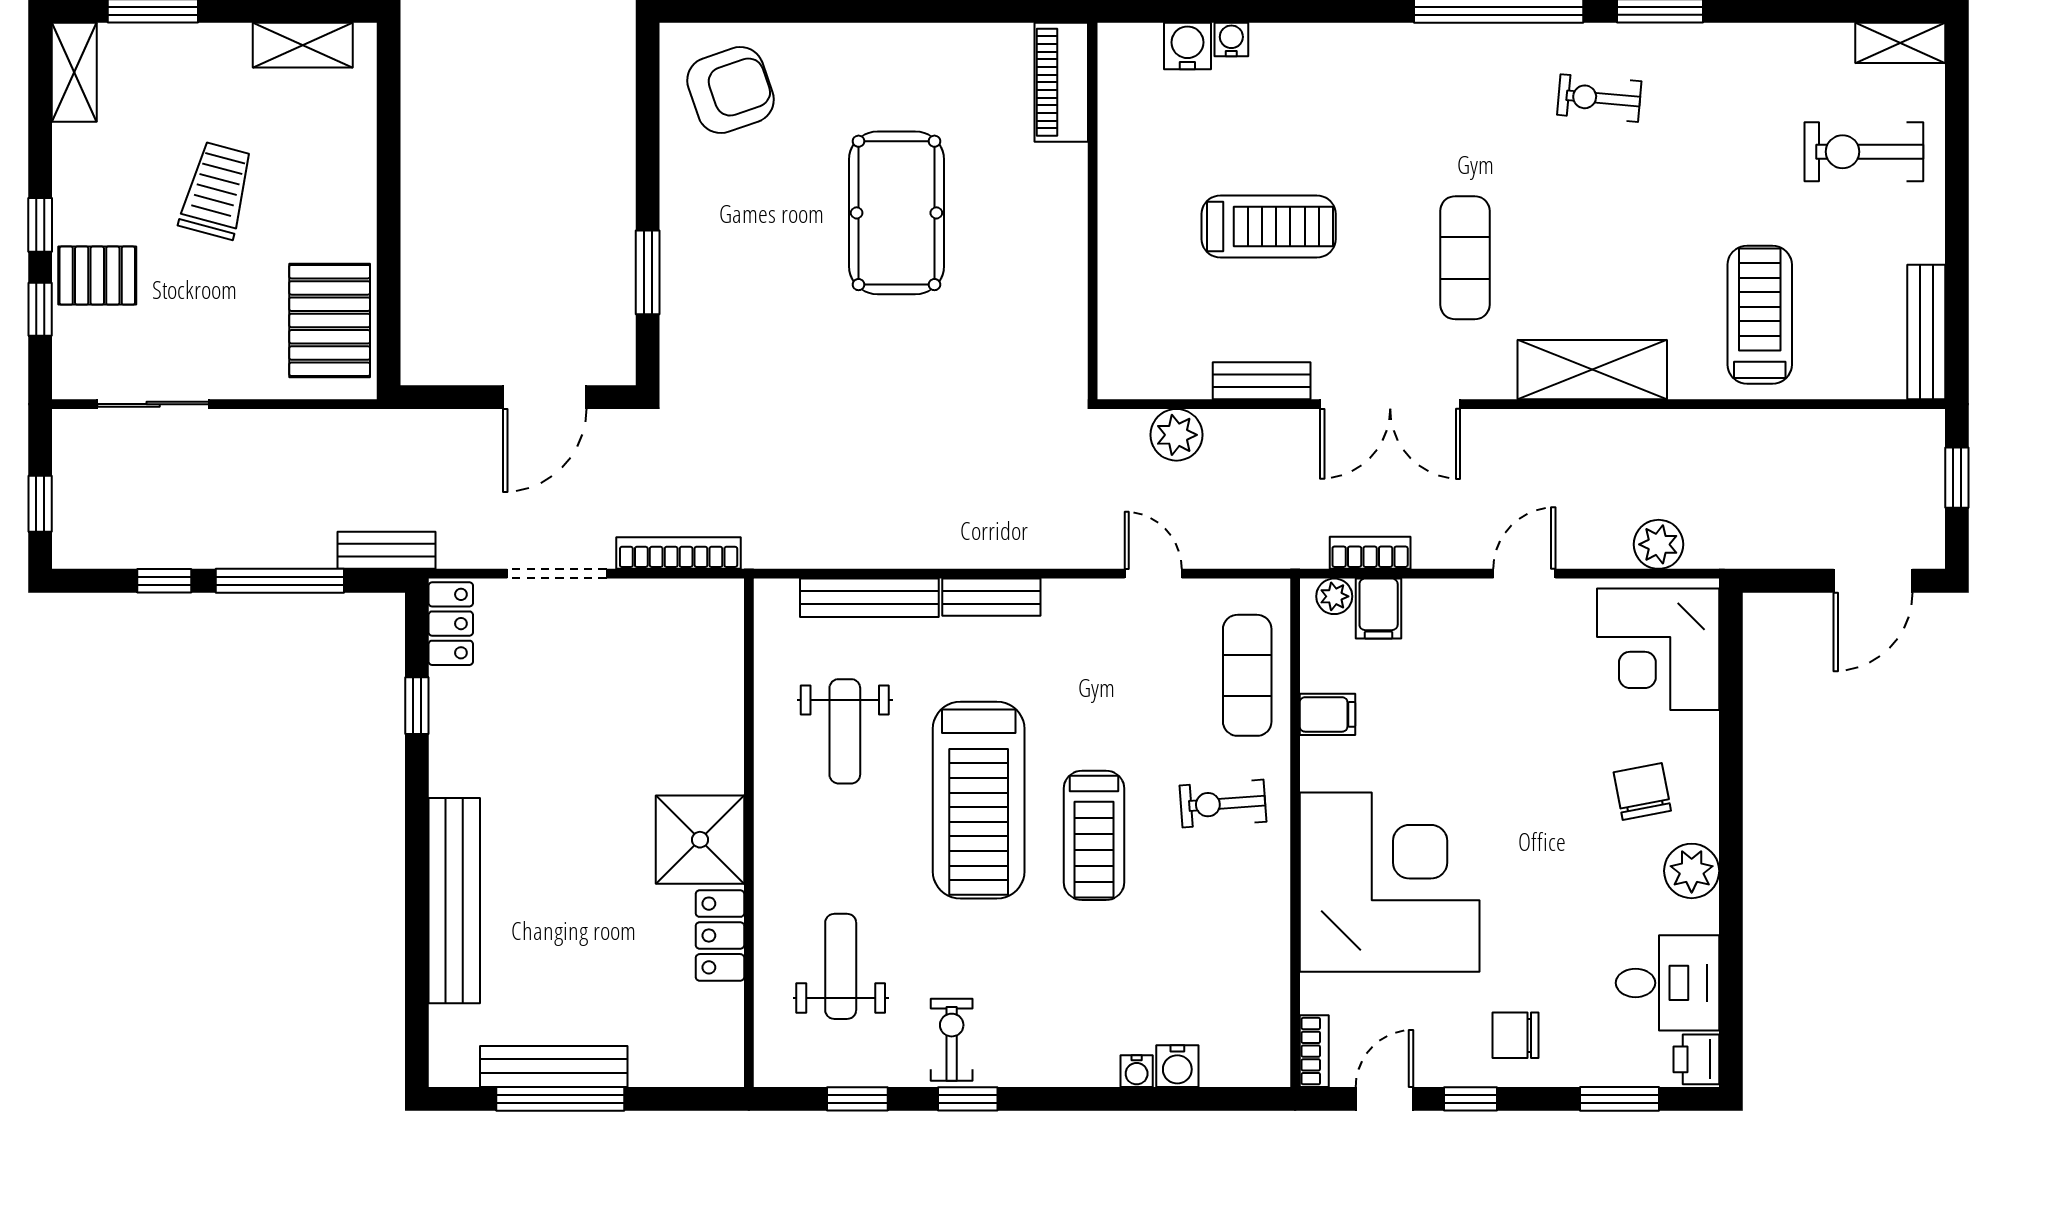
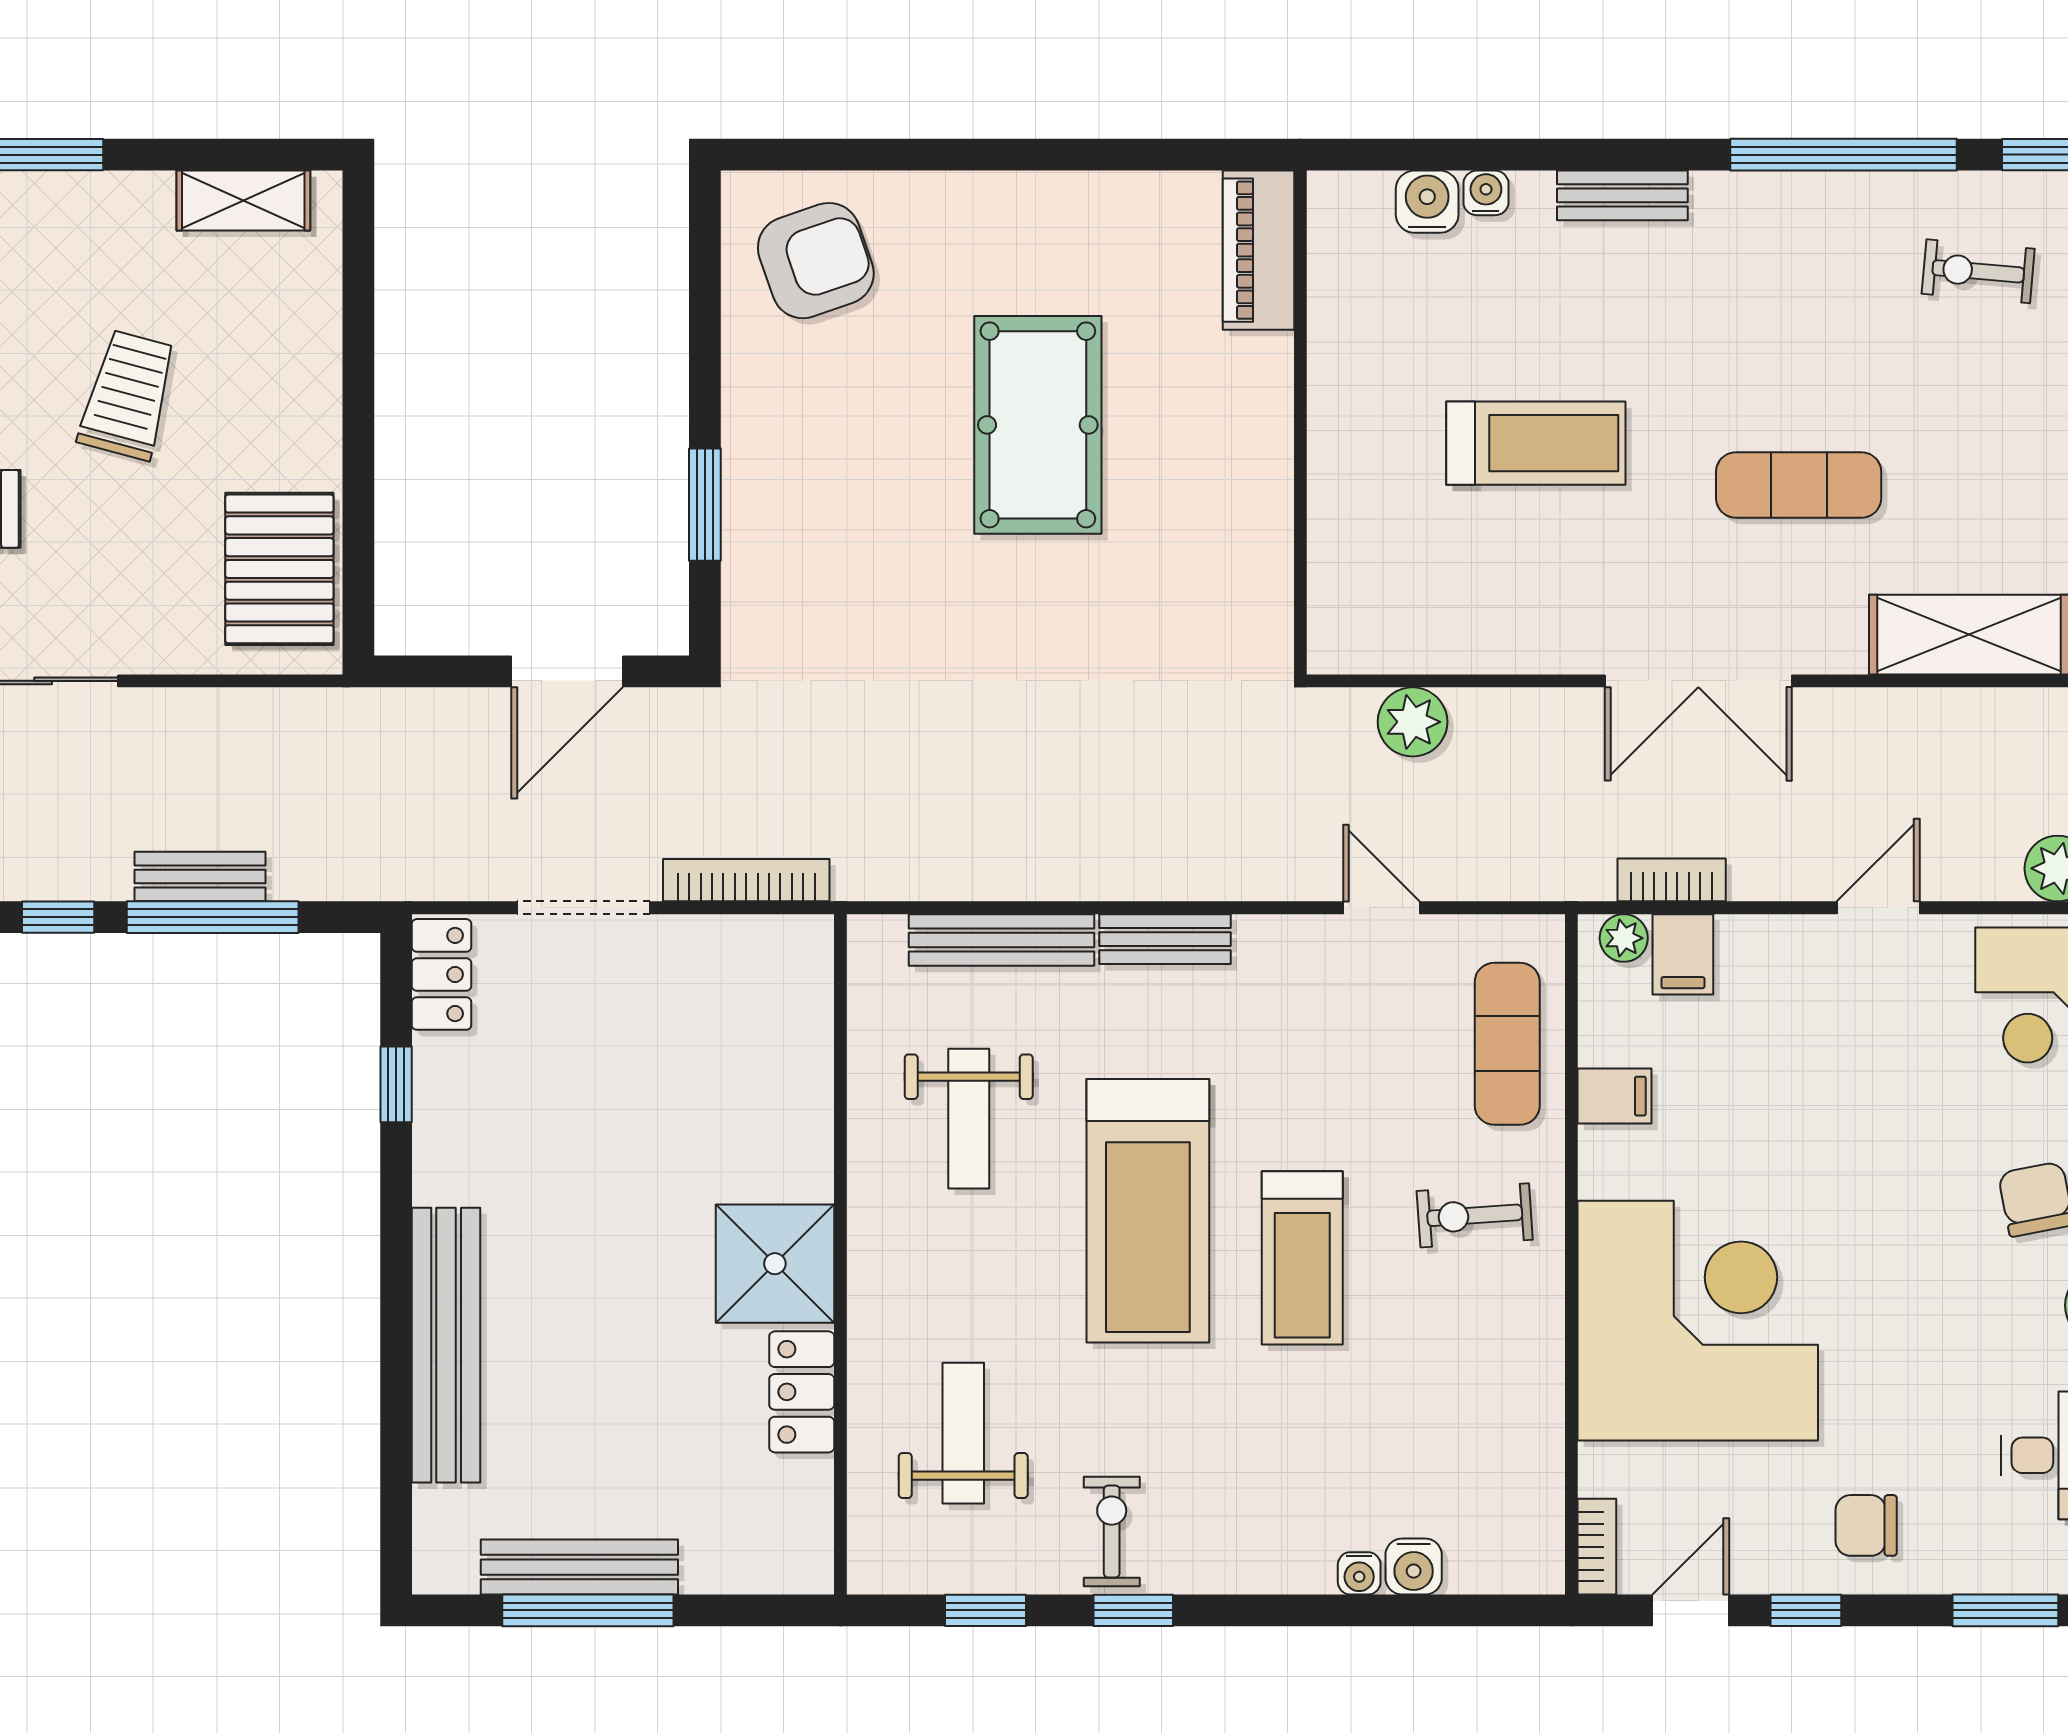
exercise mat: (1465, 258) -> (1799, 485), turned 90
bench: (1262, 381) -> (1622, 195), moved
bench: (386, 550) -> (200, 876), moved

